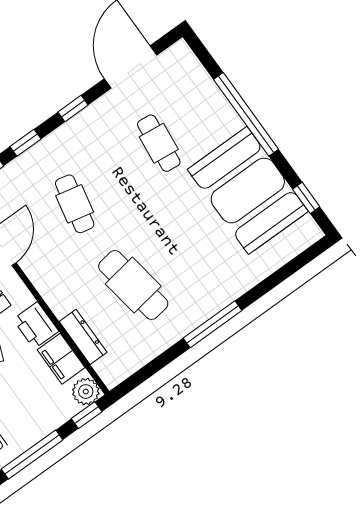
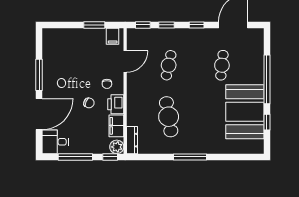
window: (306, 198) -> (267, 122), moved
dresser: (83, 337) -> (132, 140), moved

